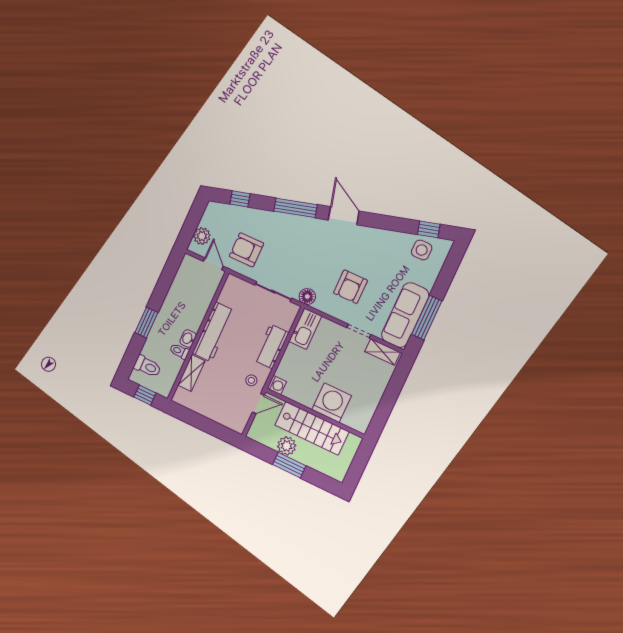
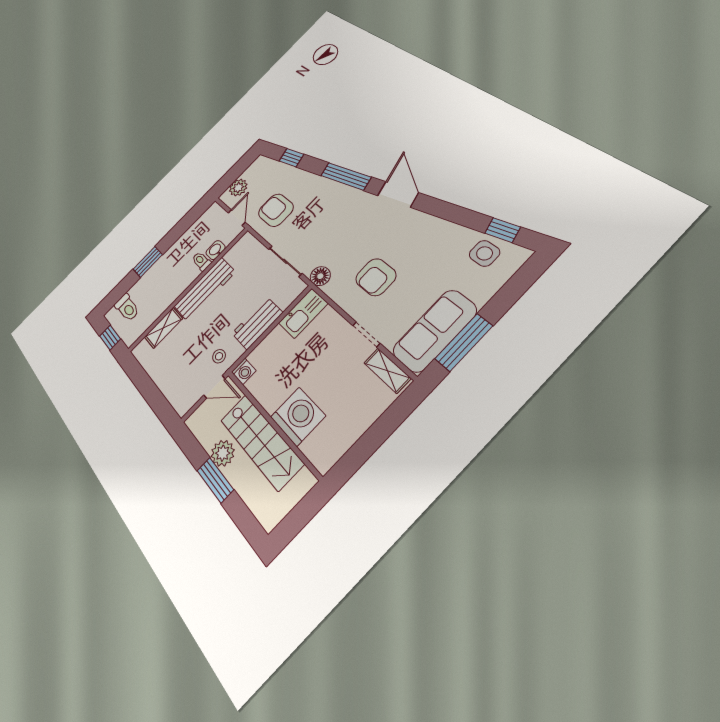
washbasin: (188, 339) -> (216, 250), moved
toilet: (179, 351) -> (201, 261), moved

